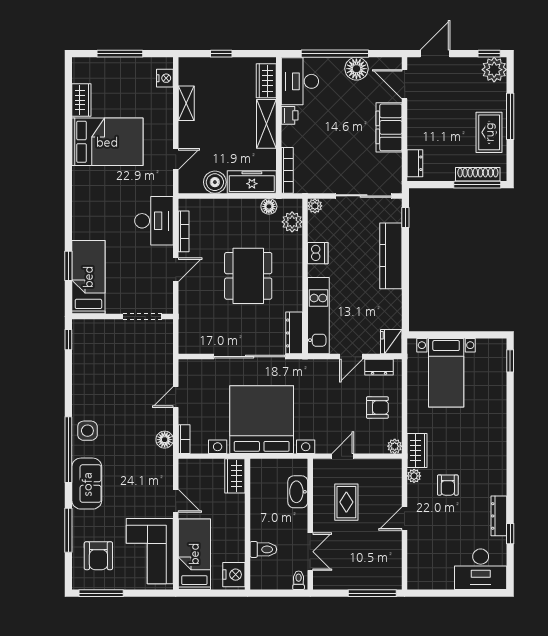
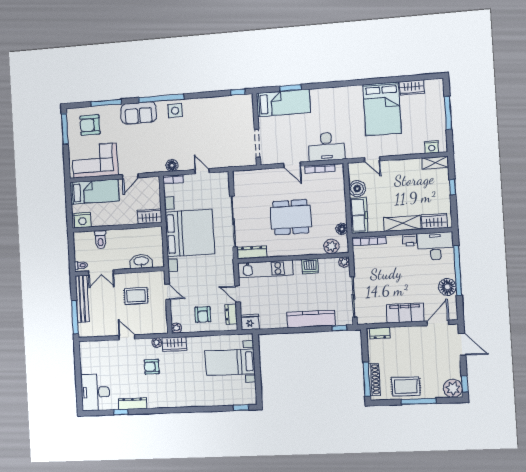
shelving: (186, 103) -> (435, 163), moved
bench: (346, 581) -> (82, 299), added

